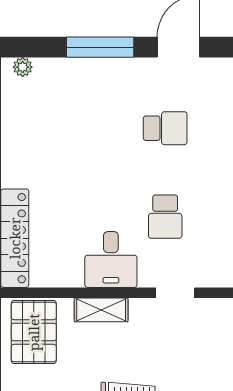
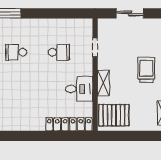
school desk: (165, 128) -> (16, 52), turned -90
desk: (111, 260) -> (79, 89), moved

